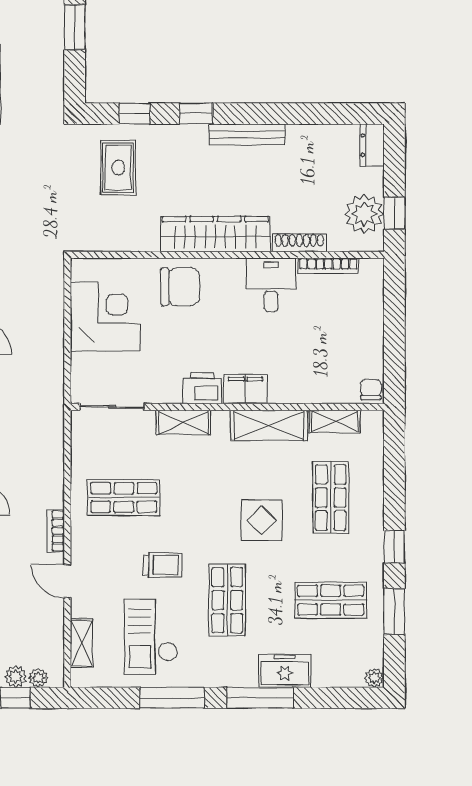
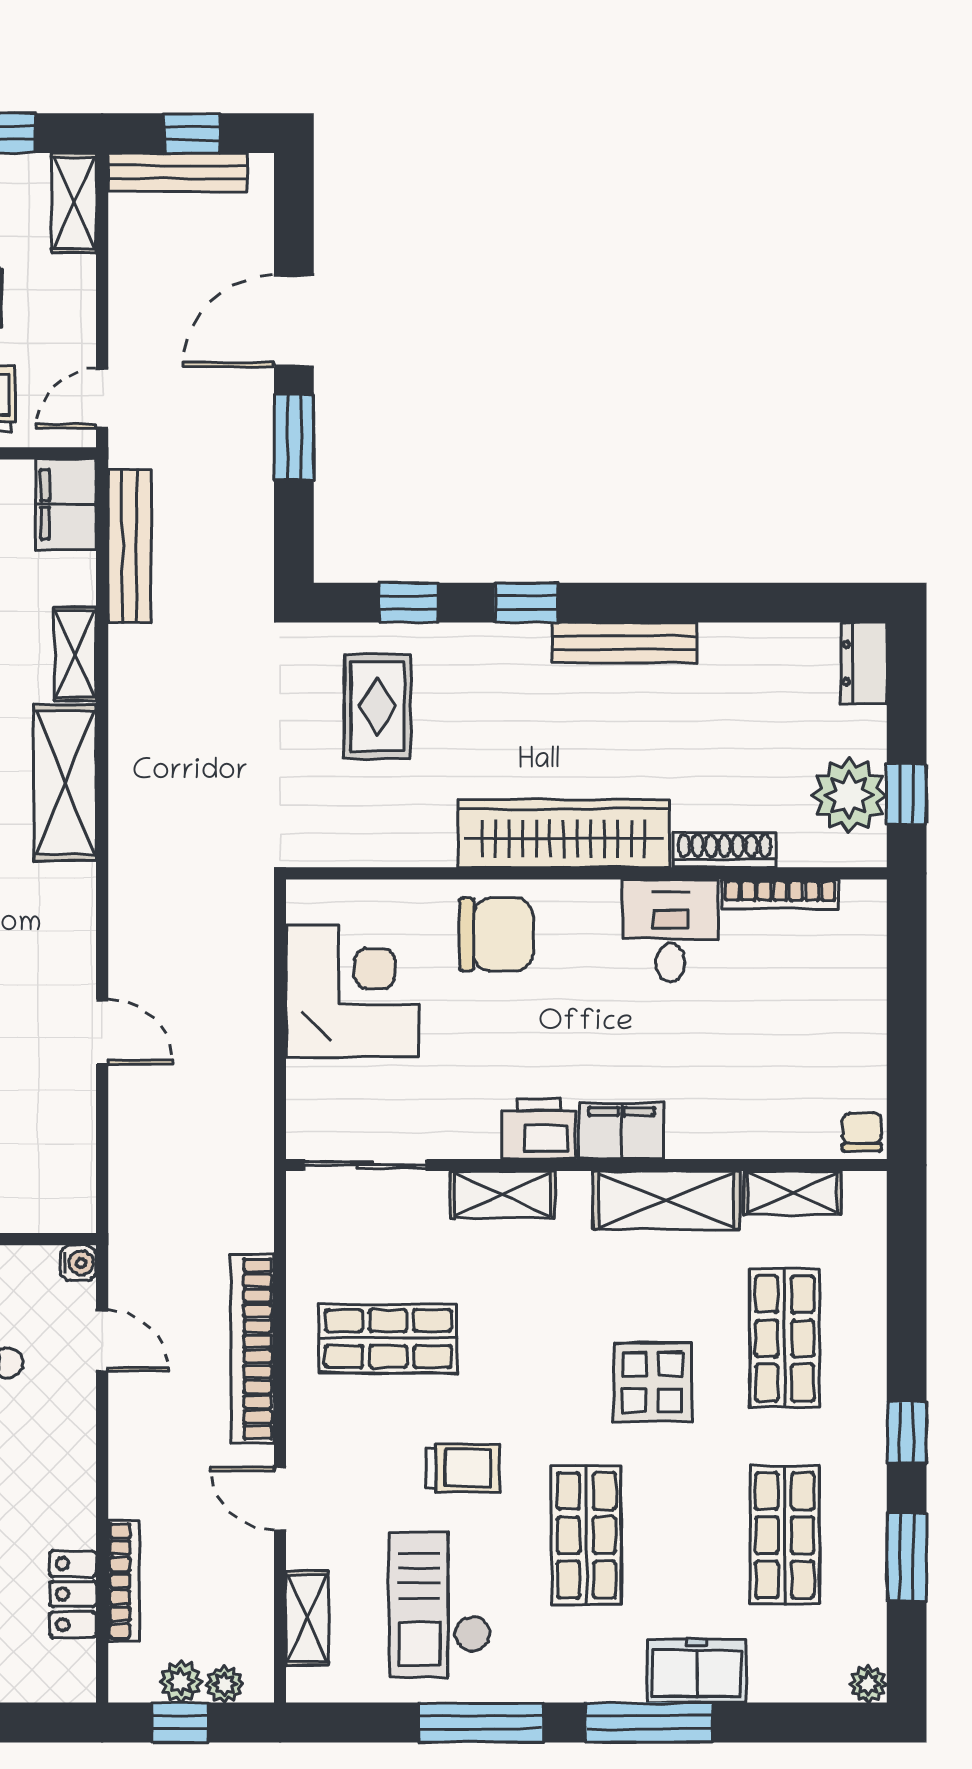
bookcase: (56, 531) -> (253, 1349), width x2.31, depth x1.31
shop shelf: (331, 600) -> (785, 1535), turned 90

